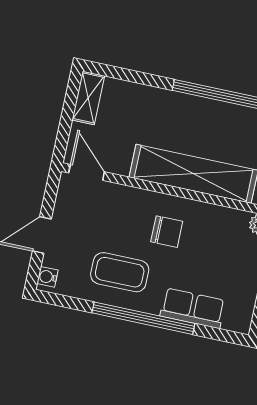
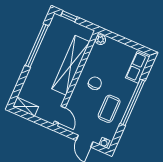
door: (87, 172) -> (60, 115), swing flipped
row of seats: (193, 308) -> (138, 67), moved

